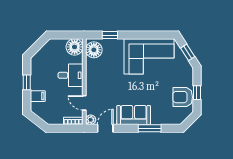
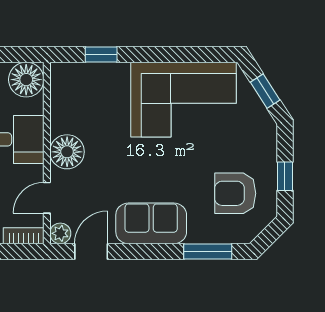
floor lamp: (94, 50) -> (67, 152), moved
armchair: (183, 97) -> (235, 193), moved
door: (84, 103) -> (47, 198), hinge flipped
window: (150, 128) -> (208, 251), moved

